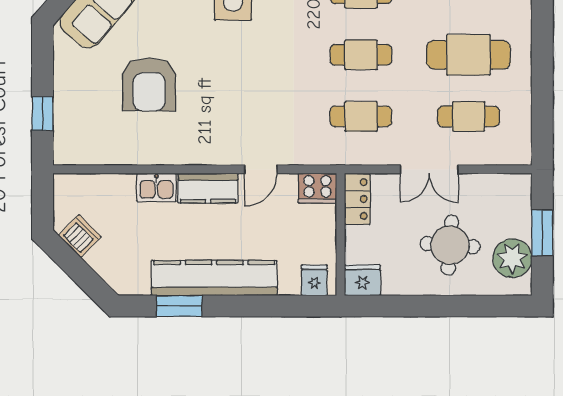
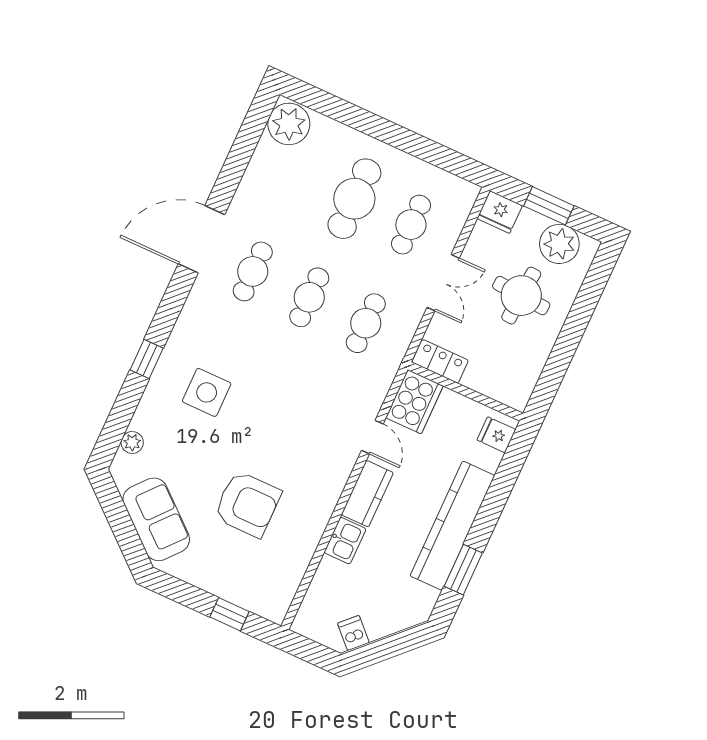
cooker: (317, 188) -> (414, 402), width x1.37, depth x1.31
dishwasher: (80, 236) -> (353, 633), width x0.73
fridge: (362, 280) -> (500, 212), moved, turned -90

